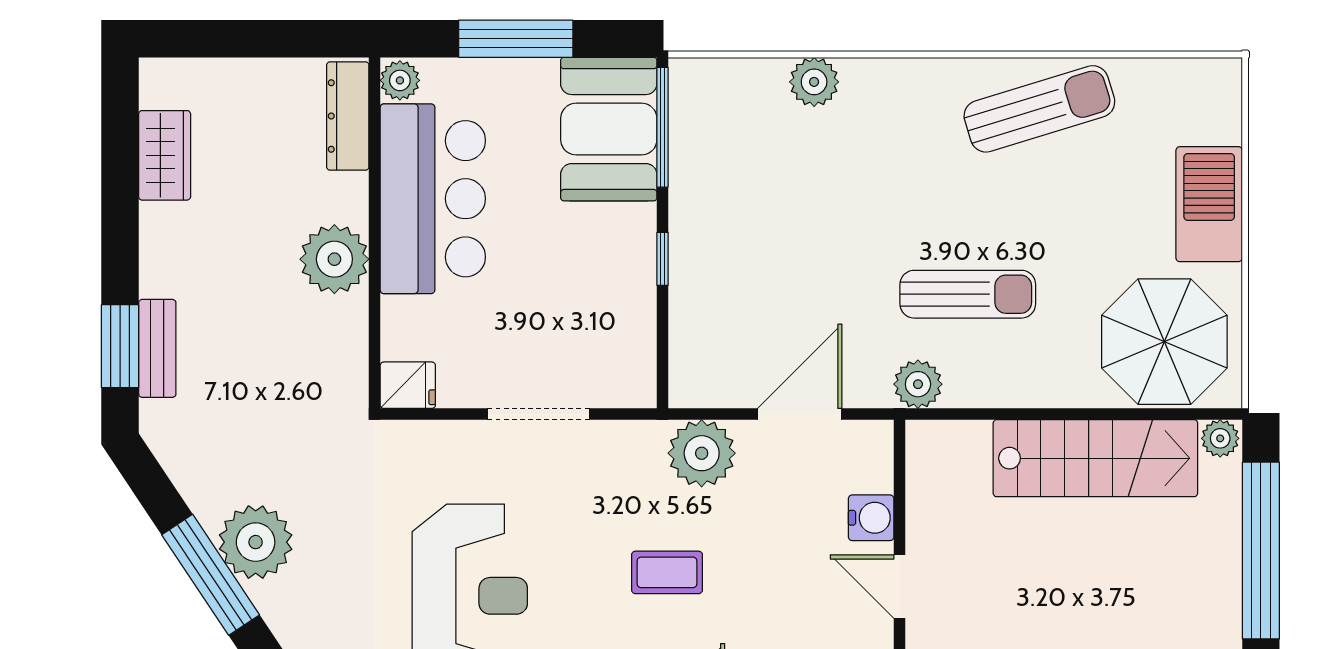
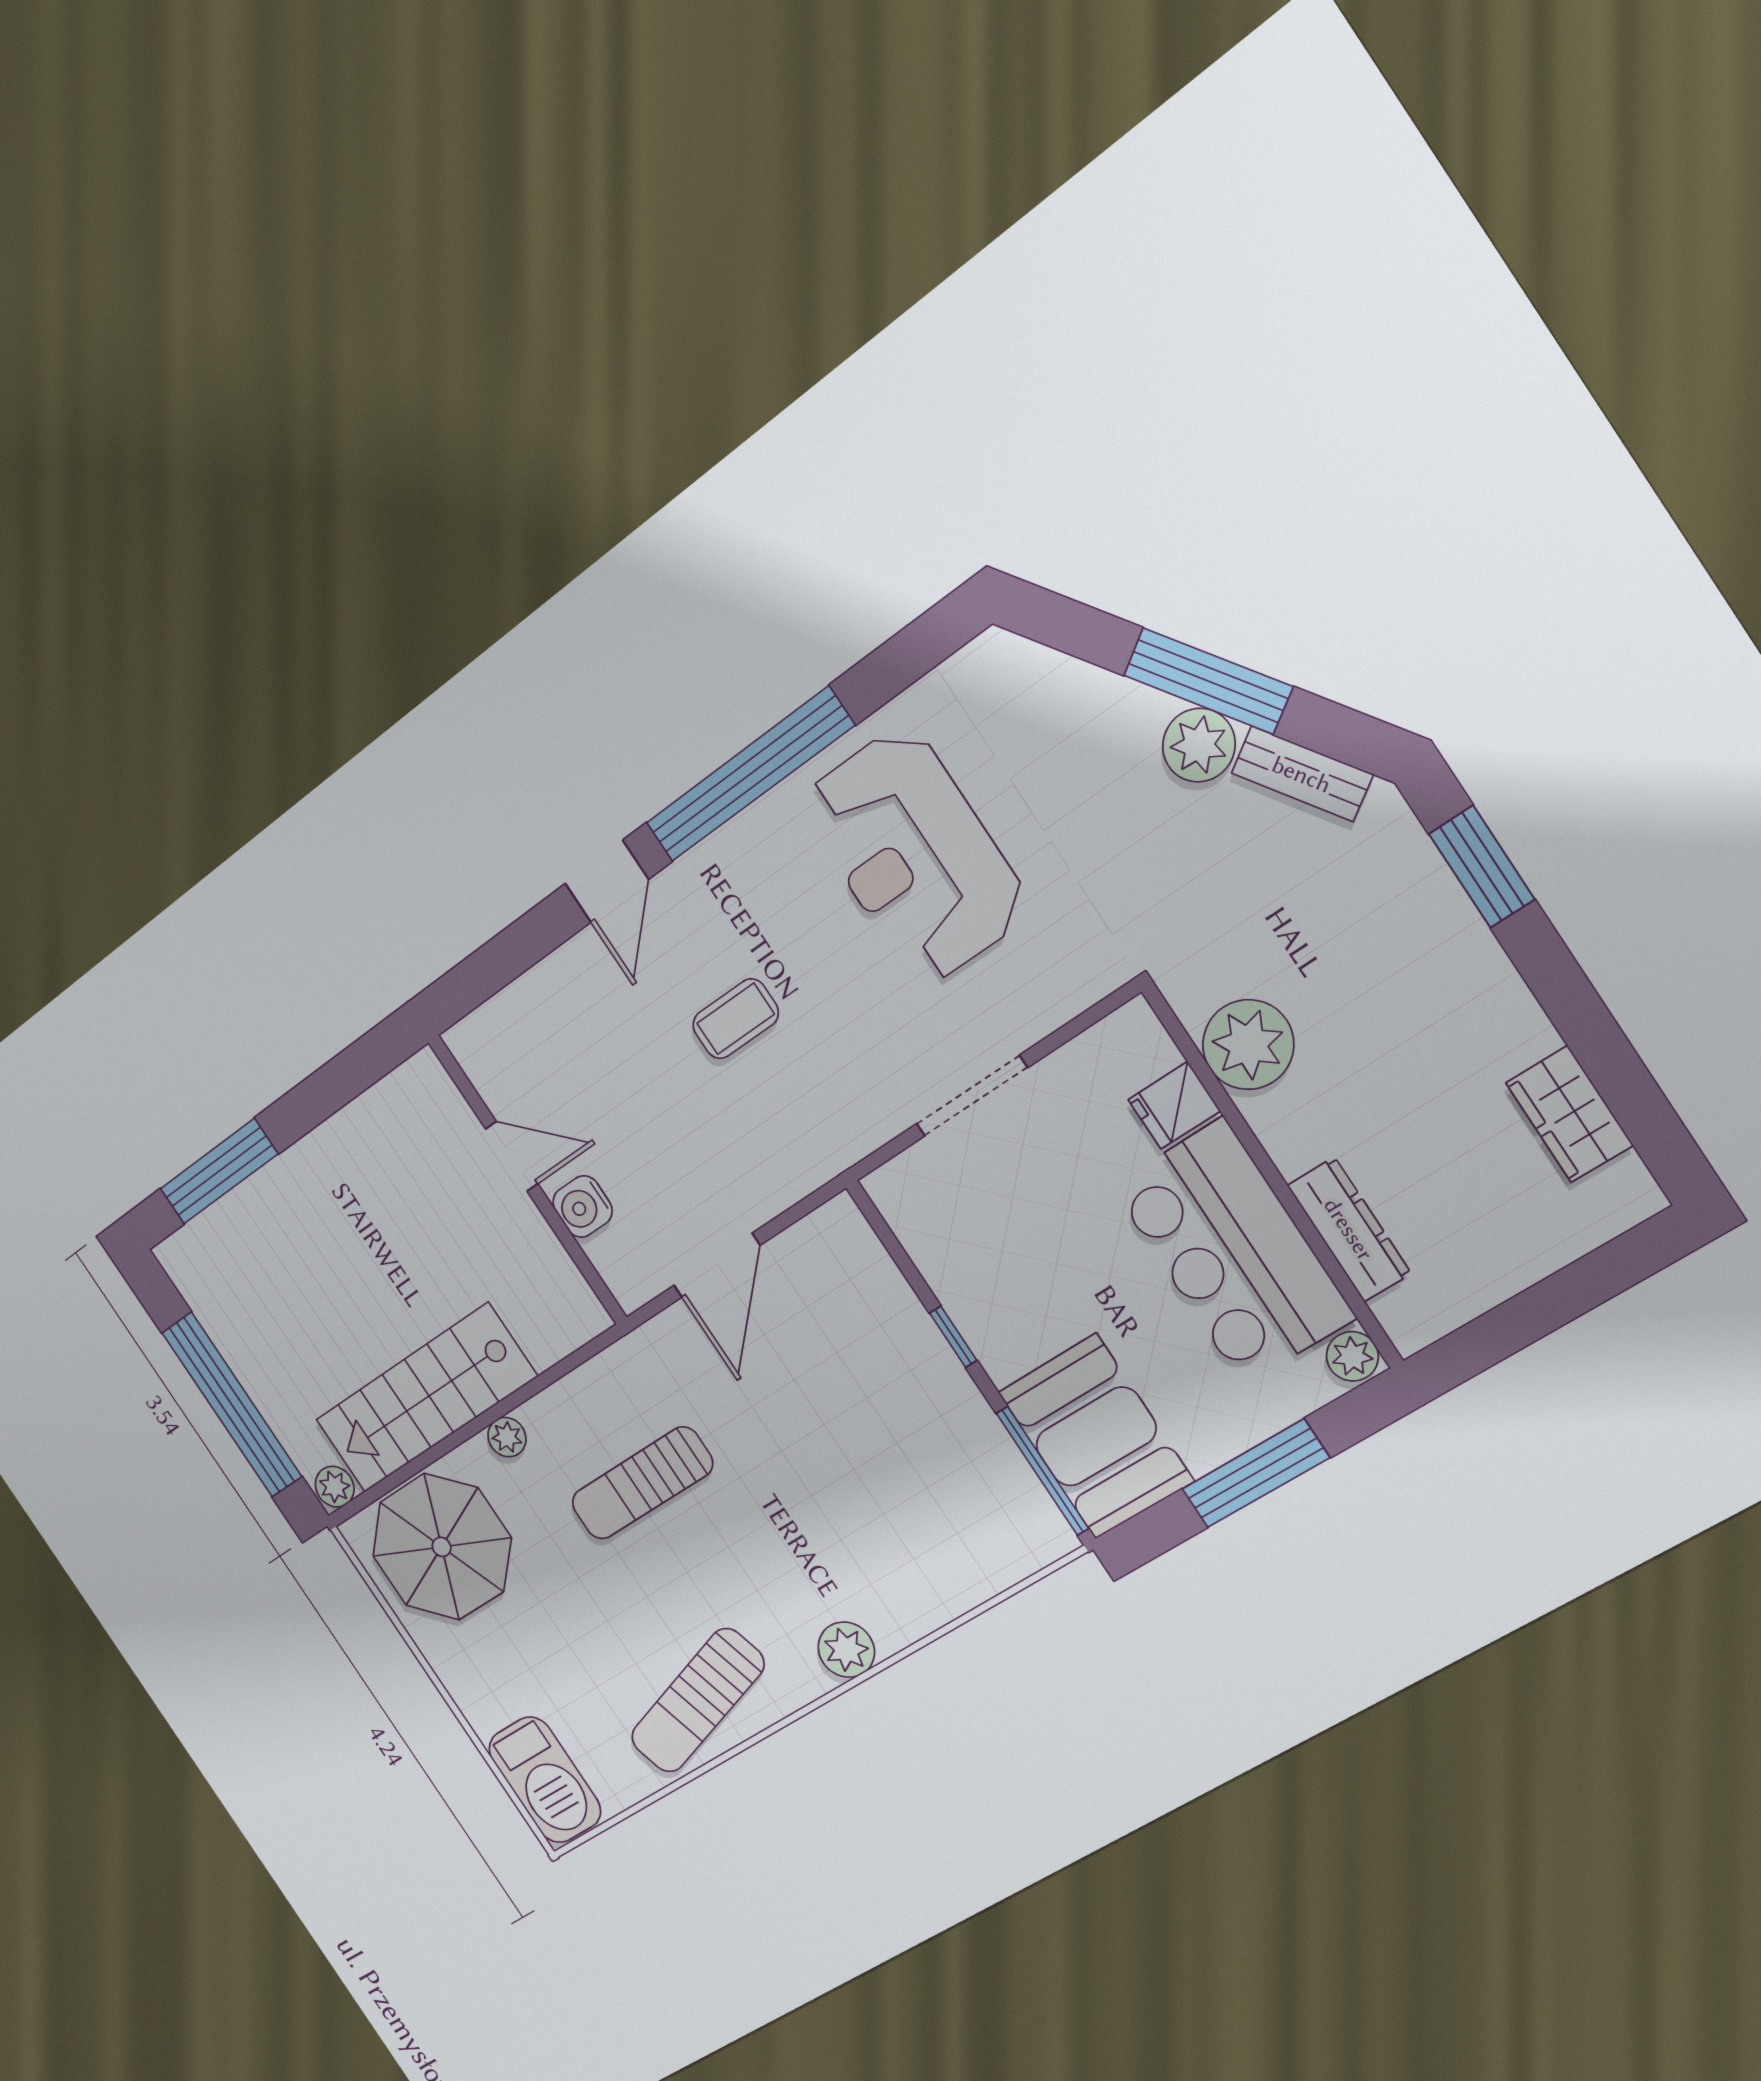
plant: (814, 82) -> (846, 1650), moved
dresser: (348, 116) -> (1349, 1229), moved
barbecue: (1209, 204) -> (545, 1780), moved
plant: (334, 259) -> (1248, 1045), moved
bench: (157, 348) -> (1302, 774), moved, turned -34
plant: (918, 384) -> (507, 1437), moved, width x0.73, depth x0.73
fridge: (408, 385) -> (1174, 1105), moved
plant: (702, 453) -> (783, 1164), removed
plant: (256, 542) -> (1199, 745), width x0.73, depth x0.73

